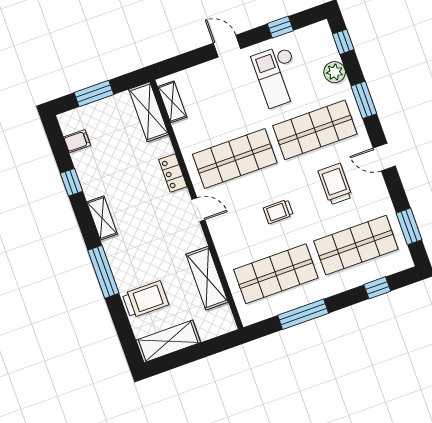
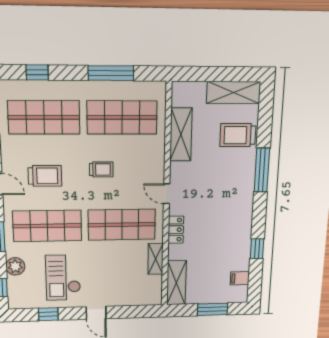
checkout: (278, 76) -> (63, 278), turned 180
shelving: (172, 102) -> (156, 259), moved
trolley: (335, 184) -> (45, 176), turned -90
shelving: (102, 218) -> (245, 213), removed

